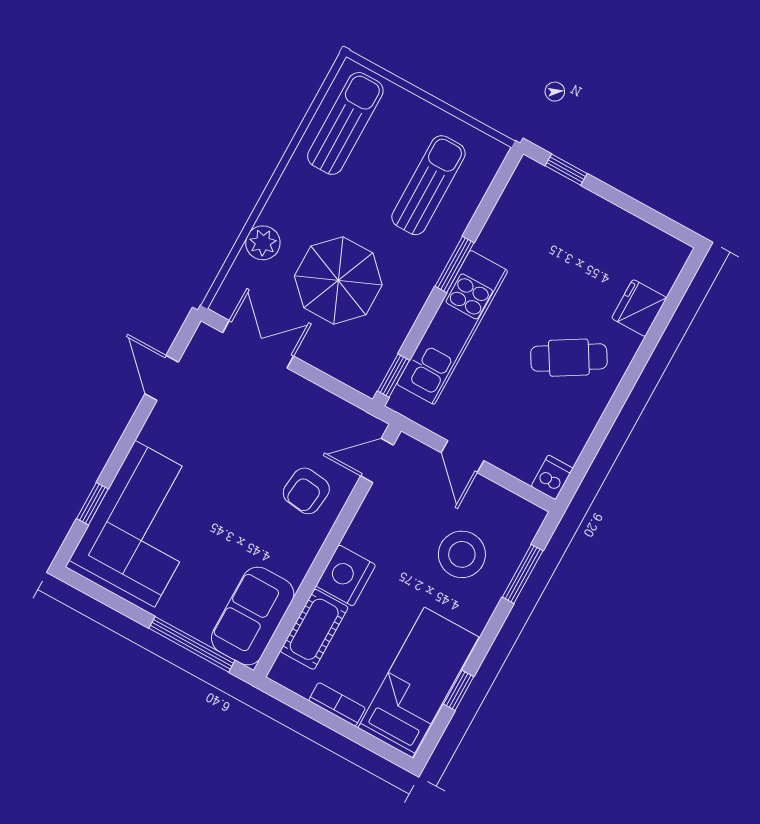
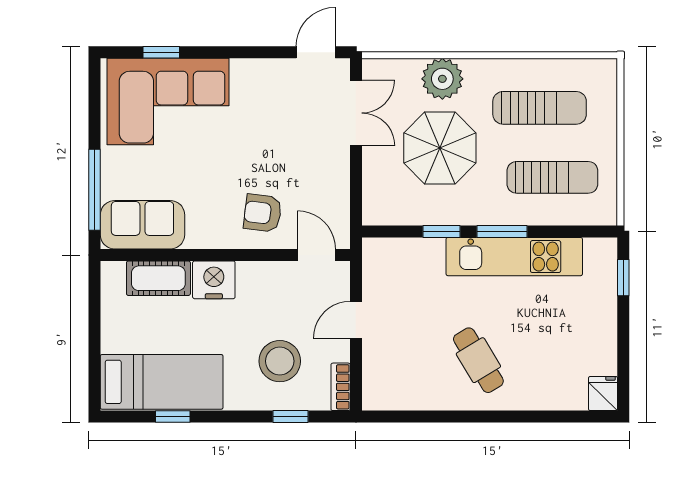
sun lounger: (345, 123) -> (540, 108), moved
plant: (263, 243) -> (442, 79), width x1.36, depth x1.36
fridge: (639, 308) -> (603, 394), moved, width x0.72
kitchen unit: (452, 327) -> (514, 257), moved
window: (393, 376) -> (442, 232), moved
door: (162, 378) -> (316, 52), moved
dishwasher: (552, 477) -> (378, 398), removed
window: (523, 574) -> (290, 417), width x0.67
bookcase: (337, 704) -> (341, 387), moved, turned 180

